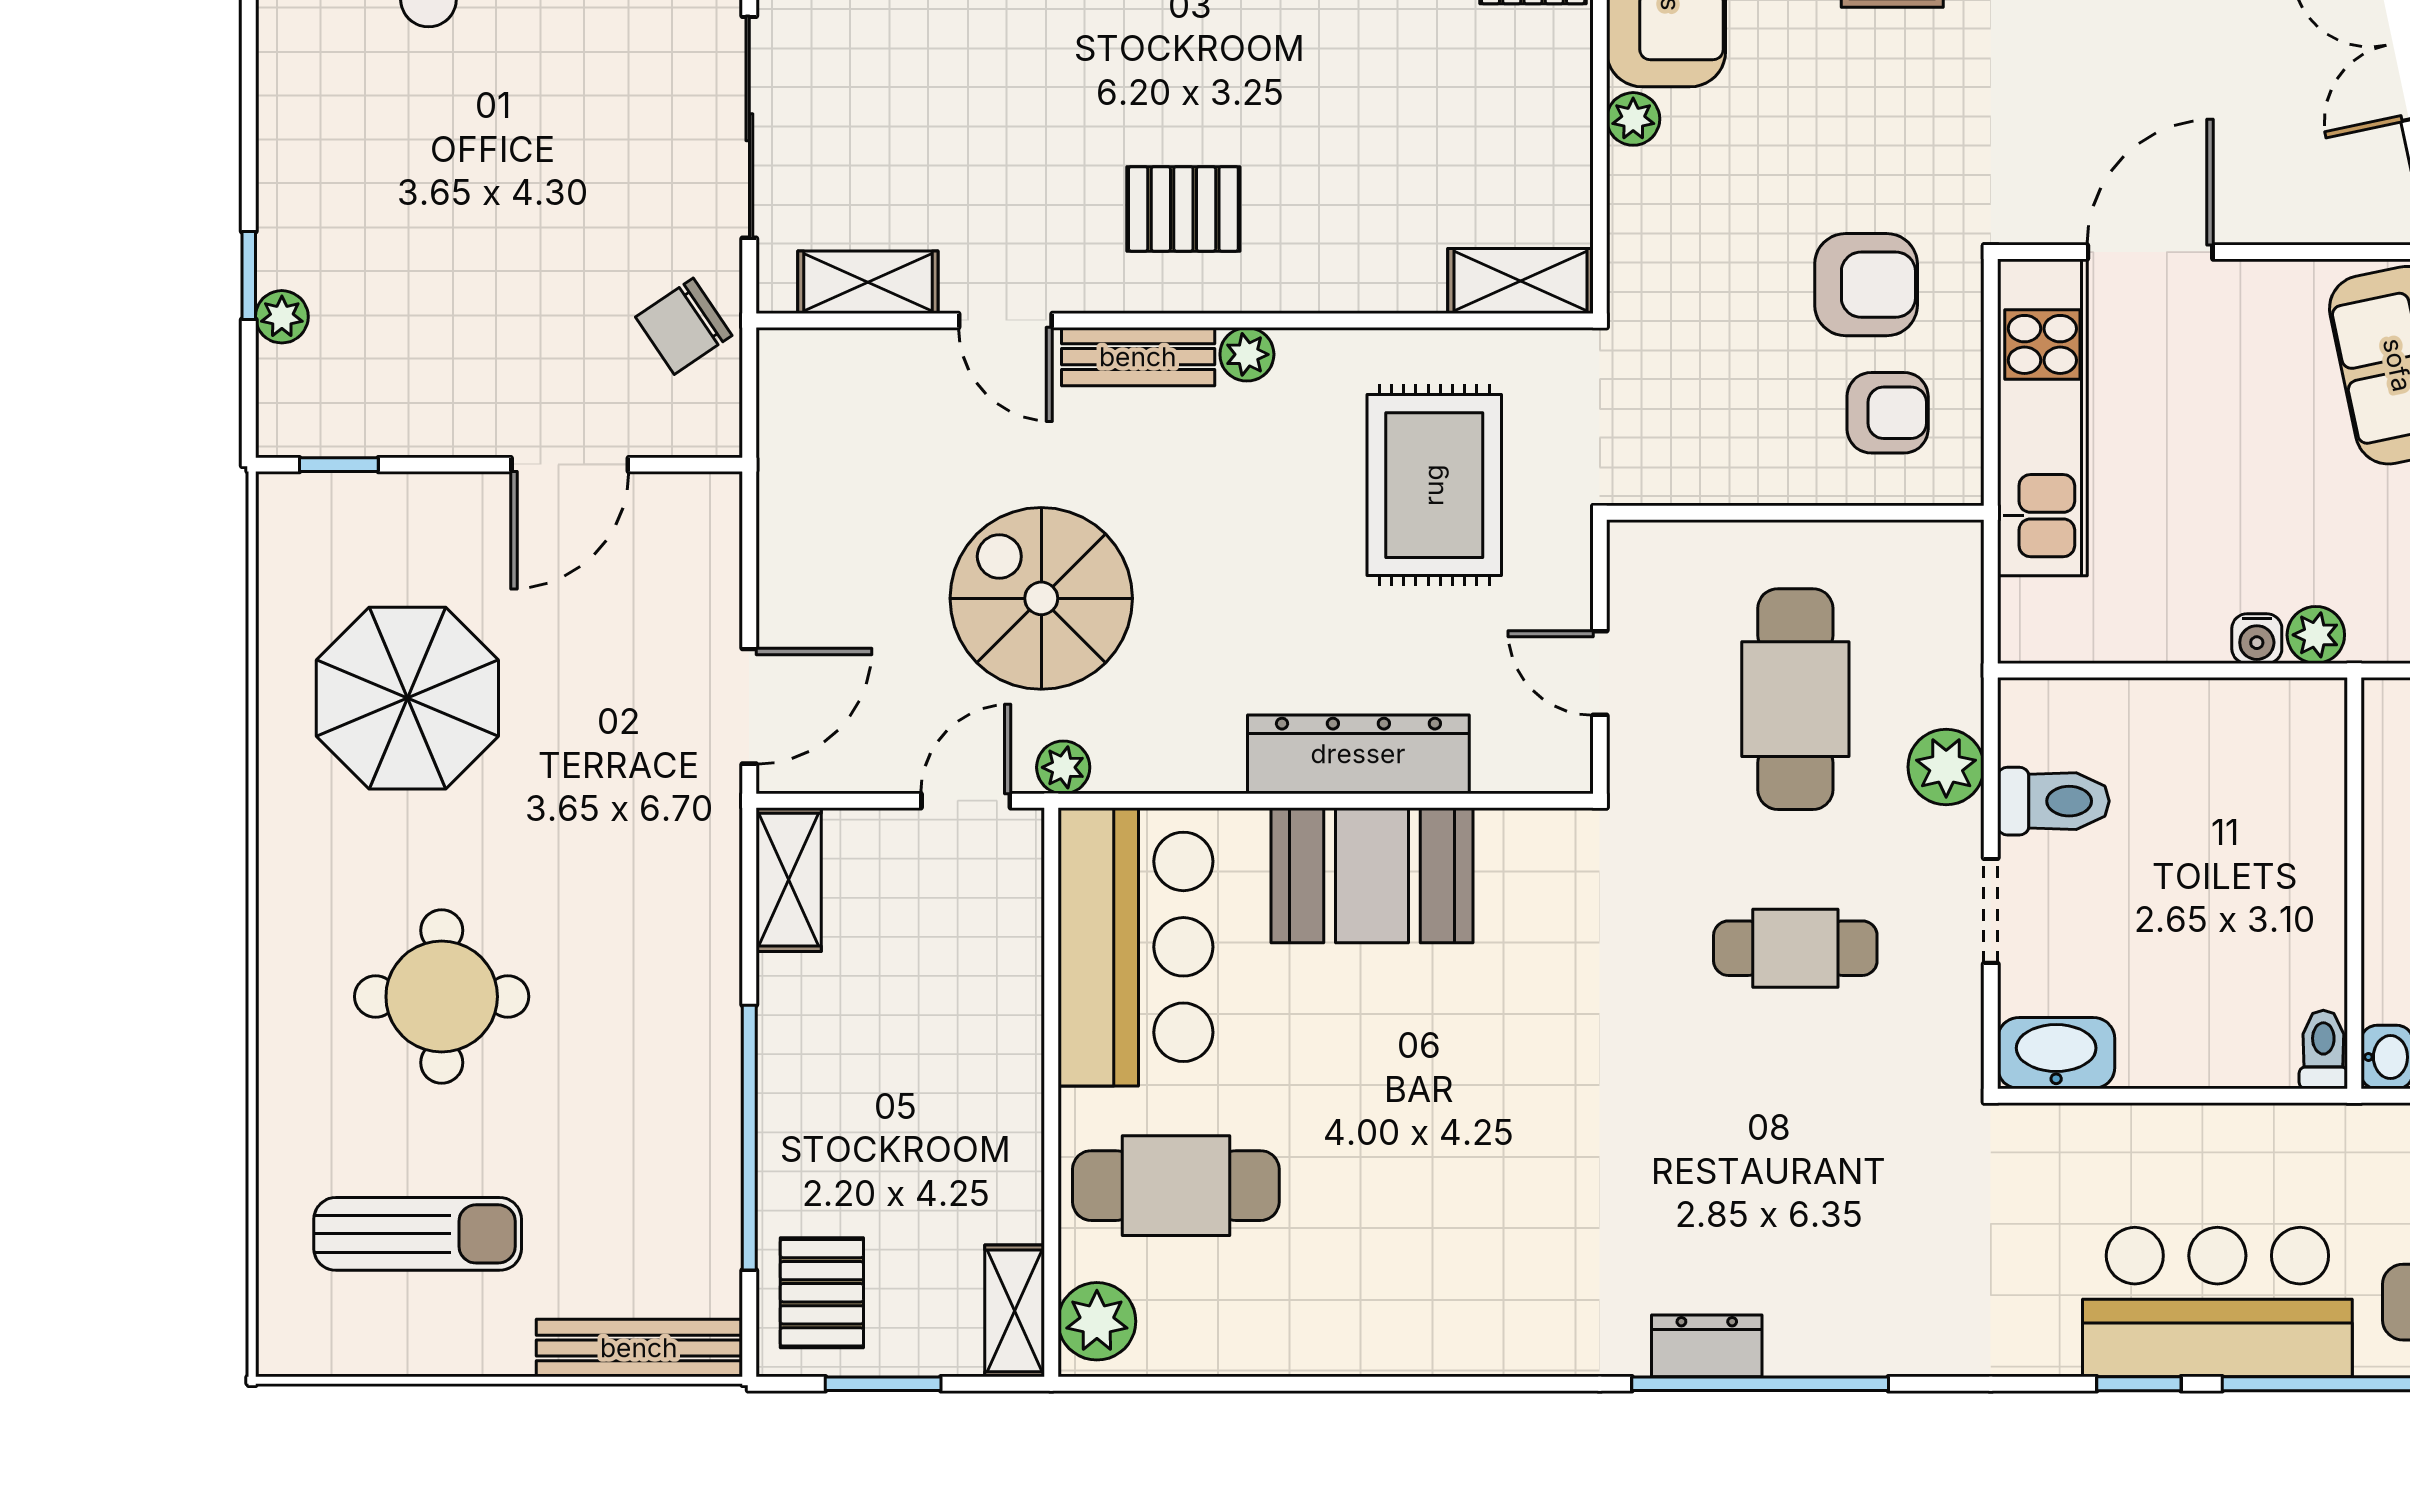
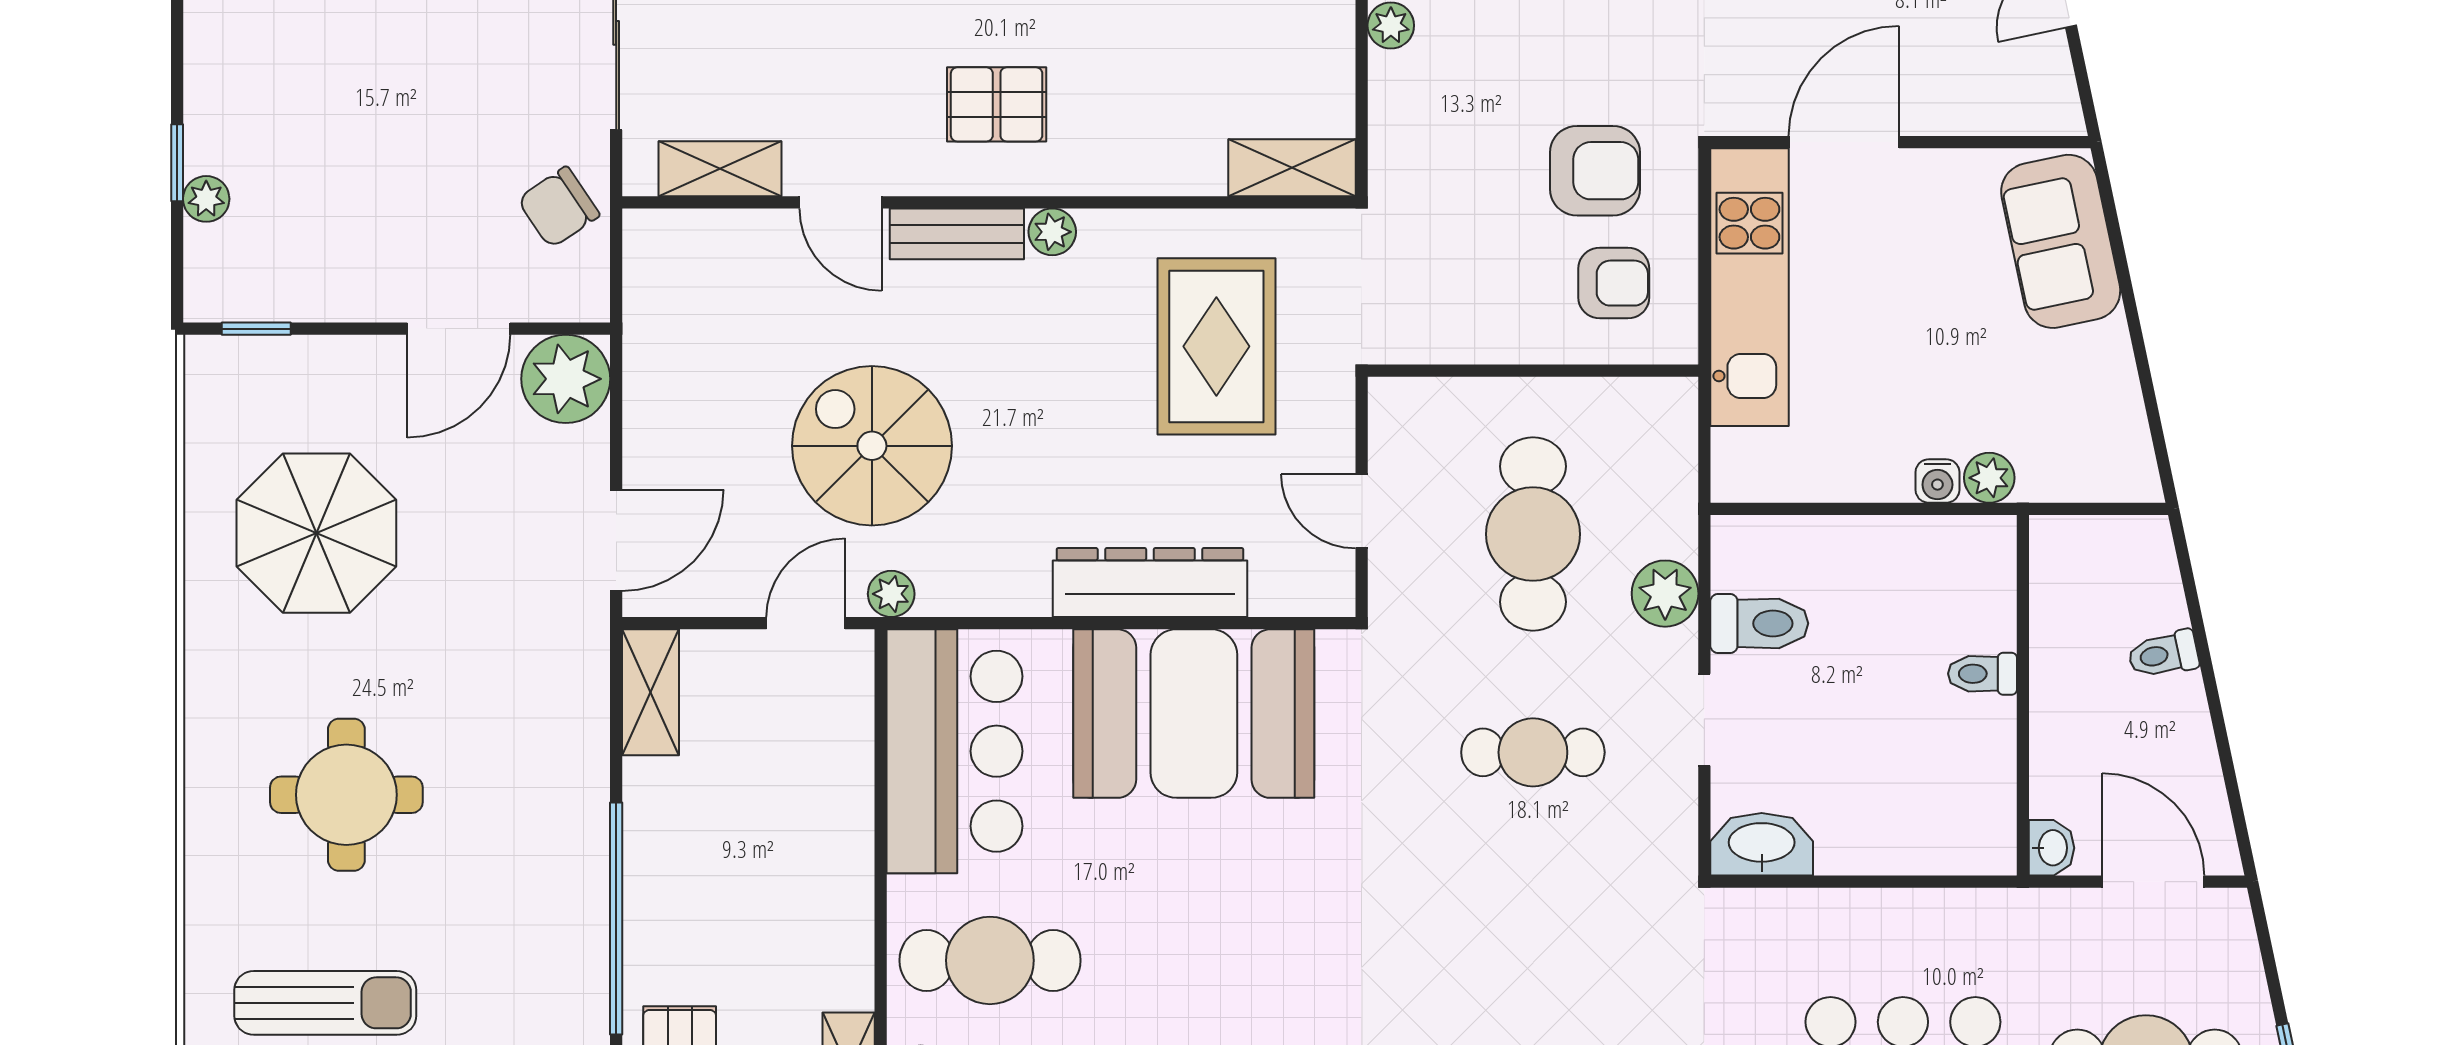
plant: (692, 522) -> (566, 379), added
booth: (1372, 875) -> (1194, 714), width x1.36, depth x1.42
toilet: (2323, 1049) -> (1982, 674), moved, turned -90

